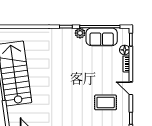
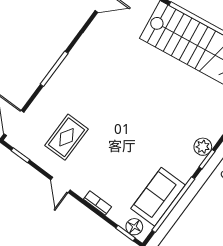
plant: (80, 33) -> (203, 147), moved
floor lamp: (125, 50) -> (134, 227), moved
door: (131, 88) -> (60, 185), swing flipped

